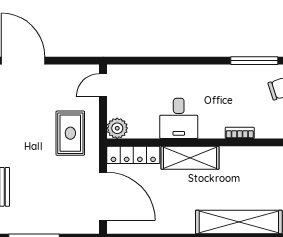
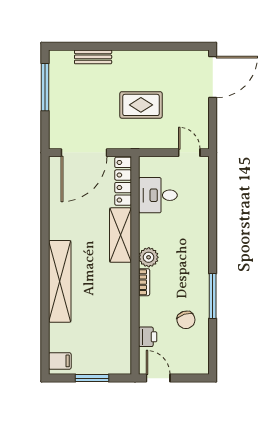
desk: (179, 118) -> (158, 195), moved
plant: (117, 128) -> (149, 257), moved
rug: (70, 133) -> (141, 105), moved

